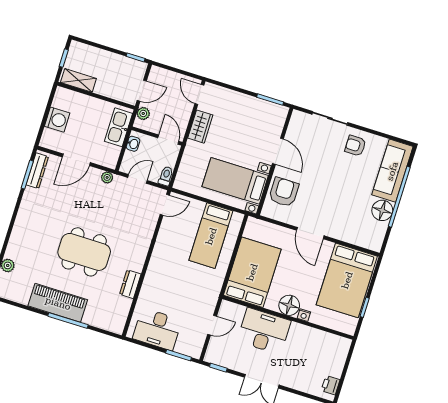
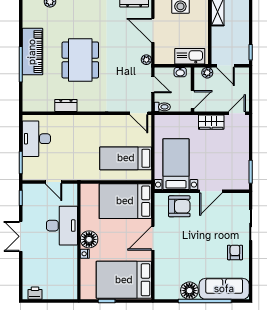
bed: (252, 272) -> (125, 201), moved, turned 180

